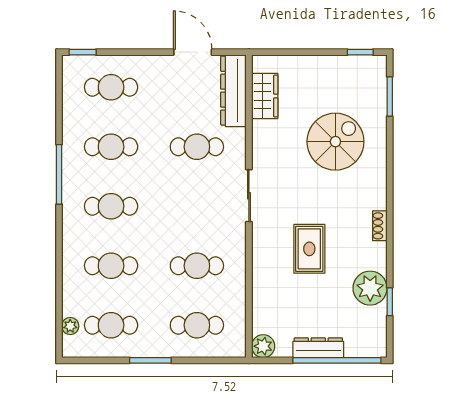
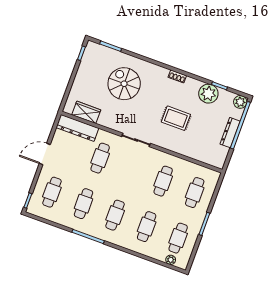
door: (193, 52) -> (45, 154), moved
plant: (263, 346) -> (240, 102), moved

